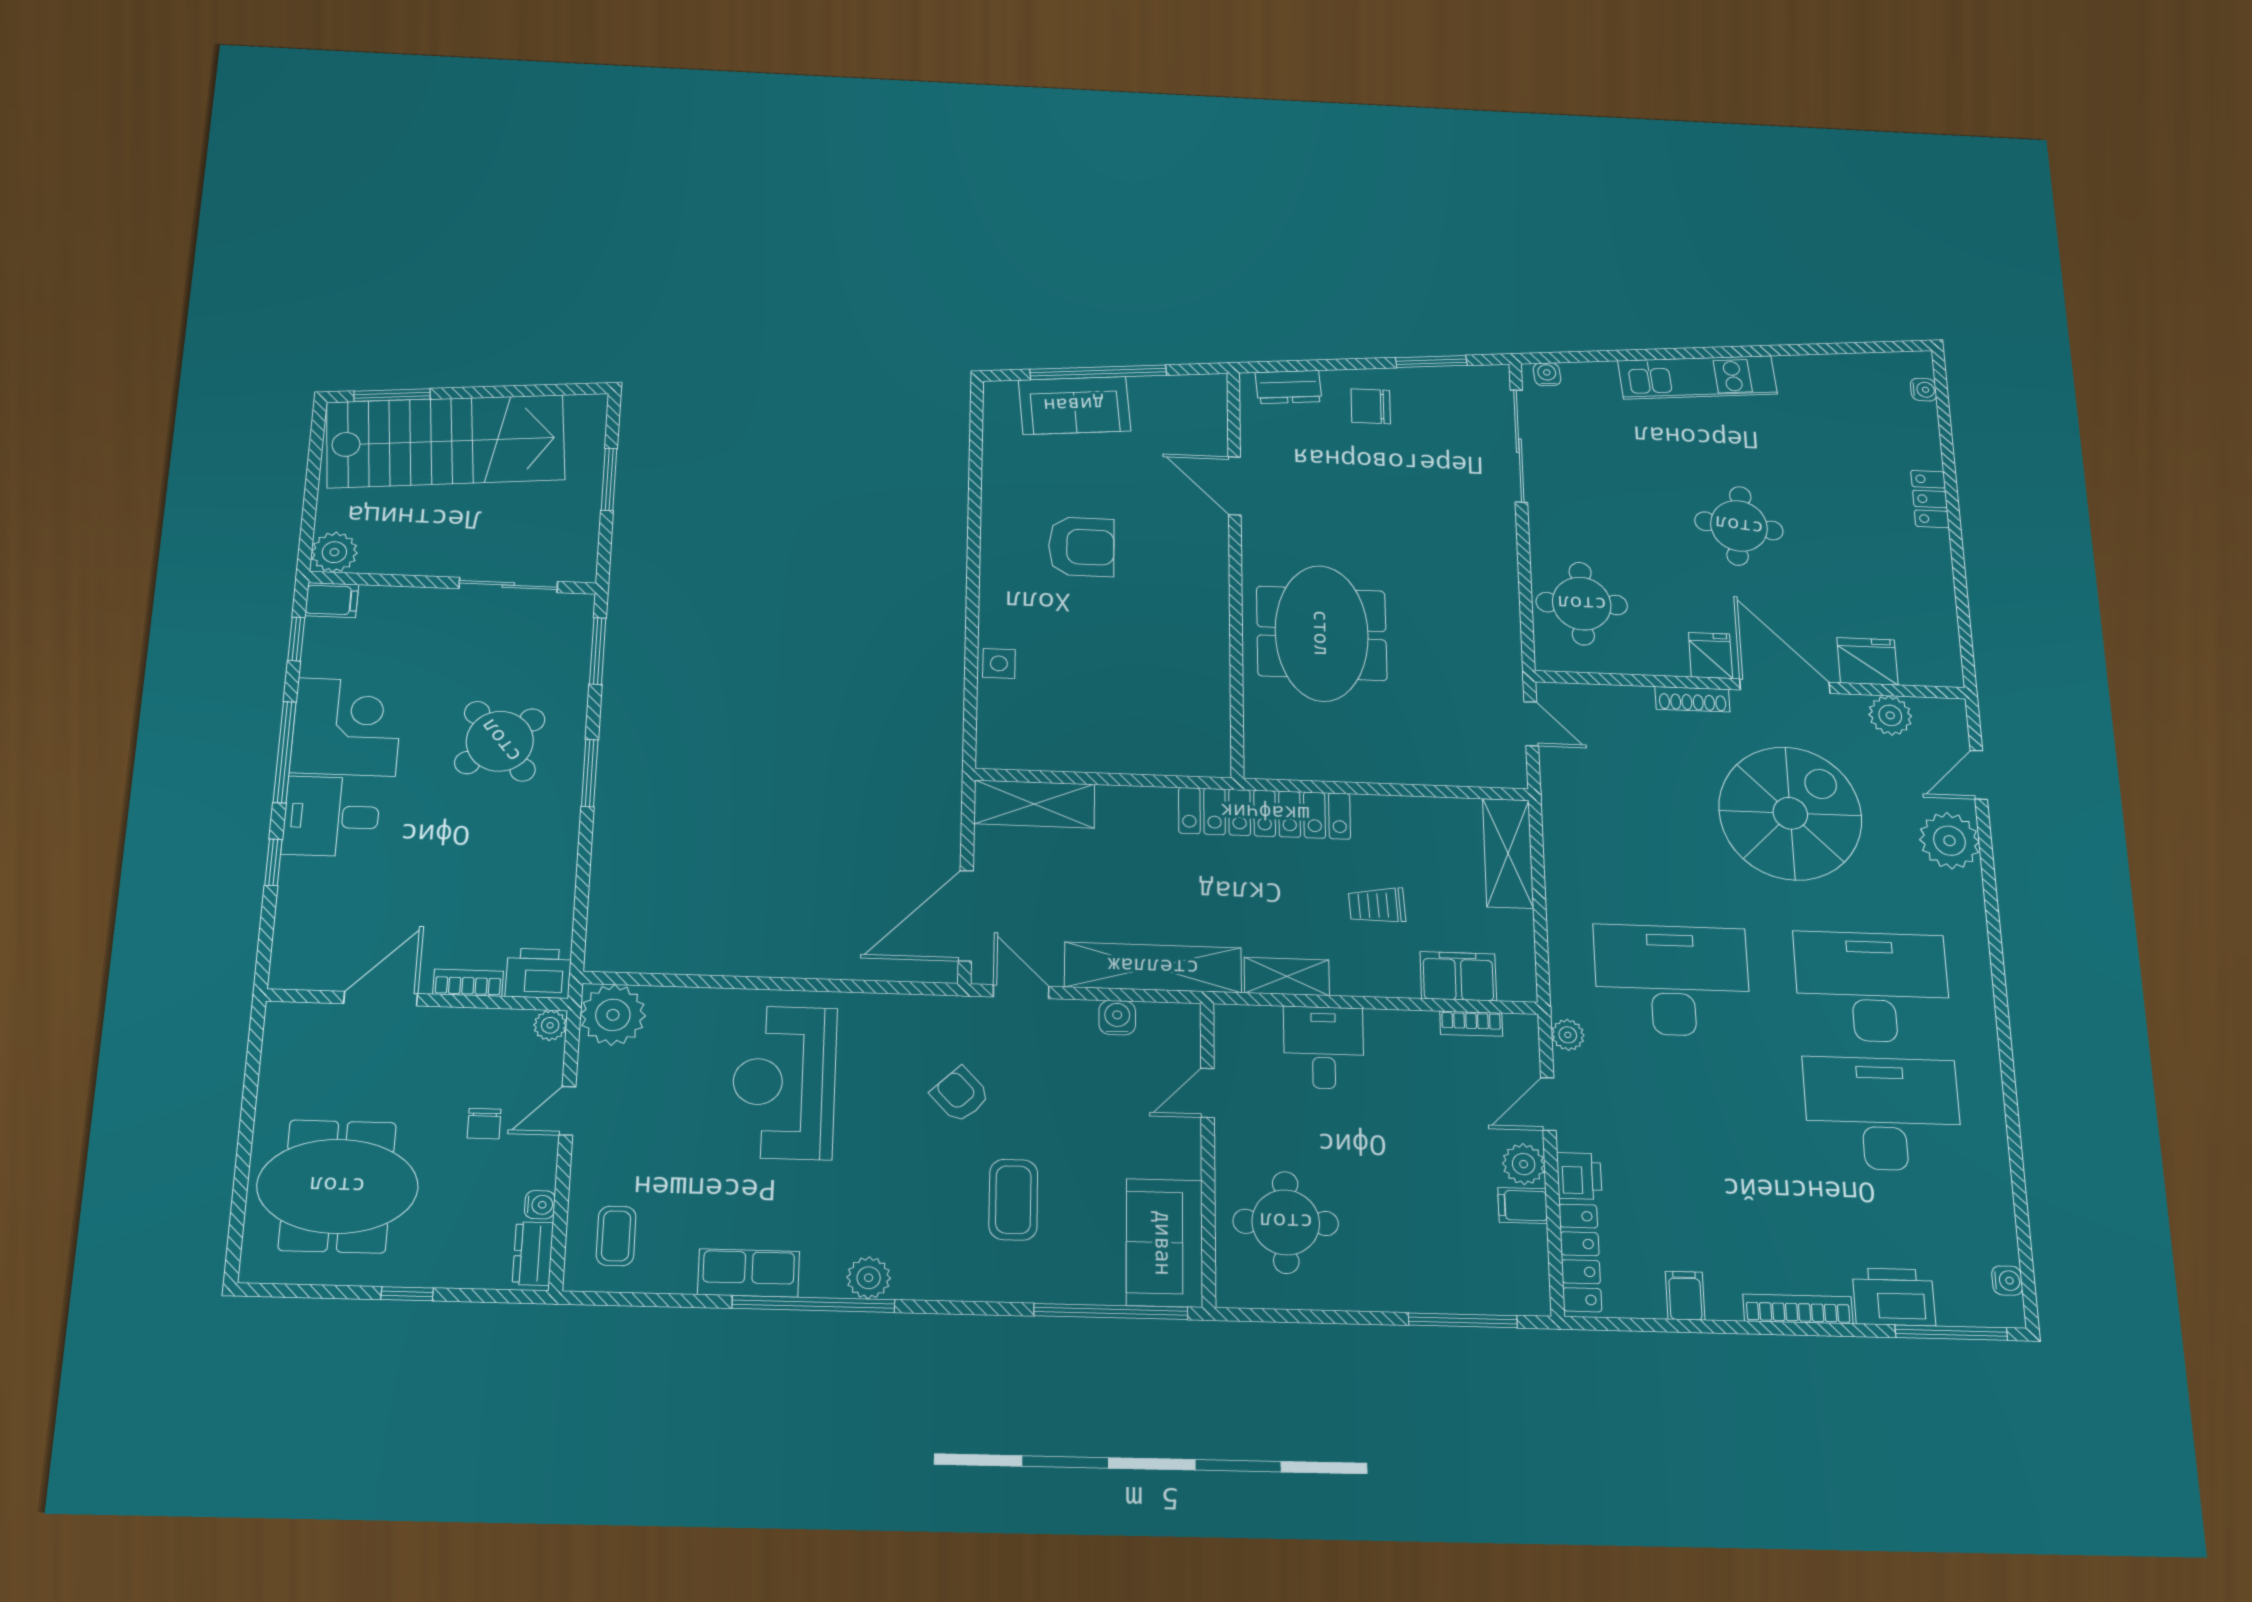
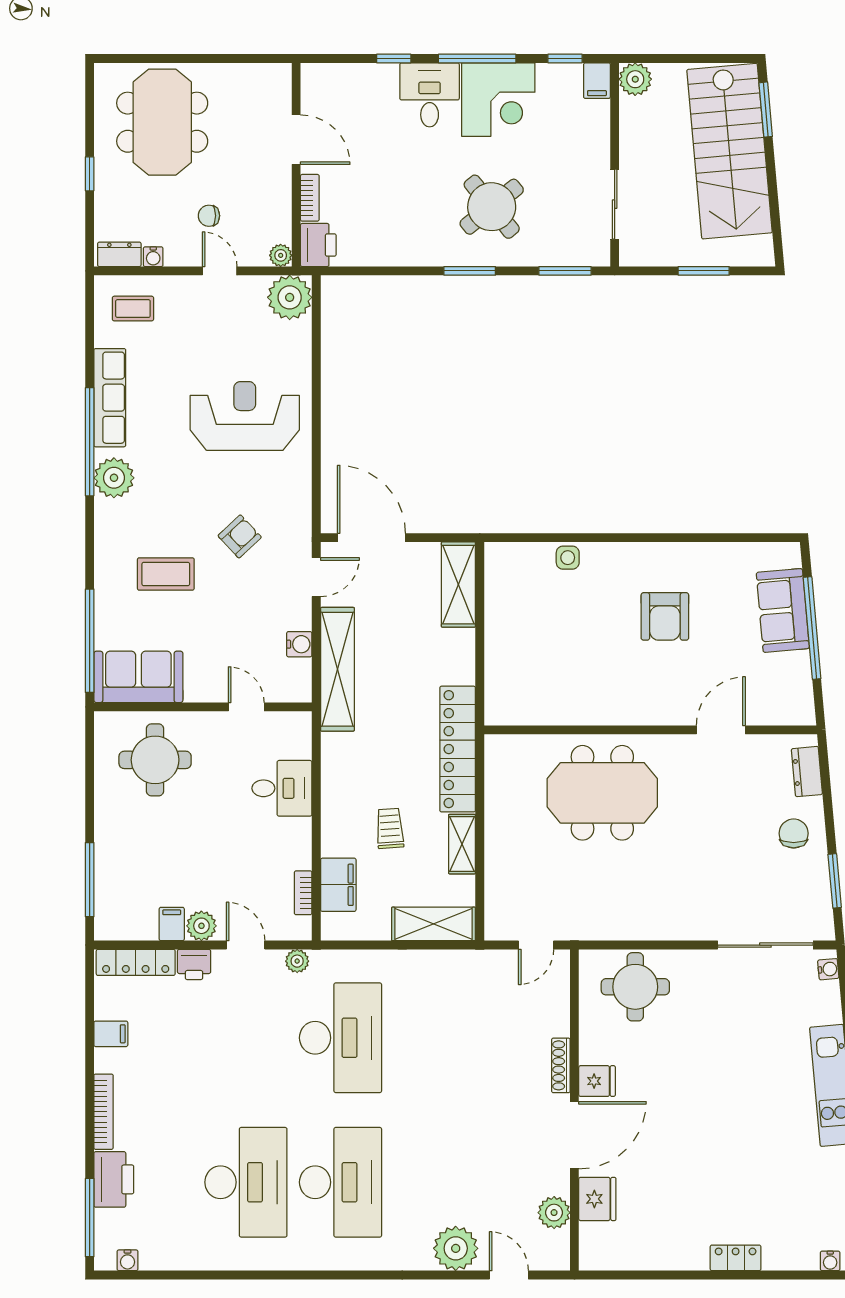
round table: (1739, 526) -> (706, 1109), removed
spiral stairs: (1790, 813) -> (473, 1132), removed
shelving: (1287, 976) -> (462, 844), moved
row of seats: (748, 1273) -> (110, 398), width x1.48
plant: (869, 1278) -> (114, 478), width x1.36, depth x1.36

